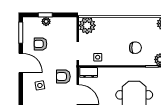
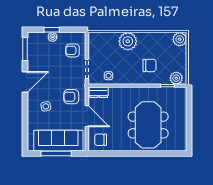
plant: (87, 25) -> (128, 41), moved
armchair: (40, 44) -> (73, 50), moved
door: (21, 63) -> (25, 82), hinge flipped

